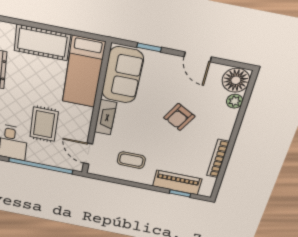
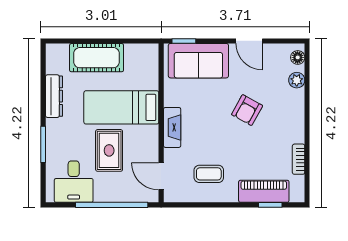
window: (149, 47) -> (184, 41), moved
bed: (84, 72) -> (121, 107), moved, turned 90
sofa: (122, 75) -> (198, 61), moved, turned 90
floor lamp: (236, 80) -> (298, 57), width x0.53, depth x0.53
bookcase: (218, 159) -> (299, 159), width x0.64

